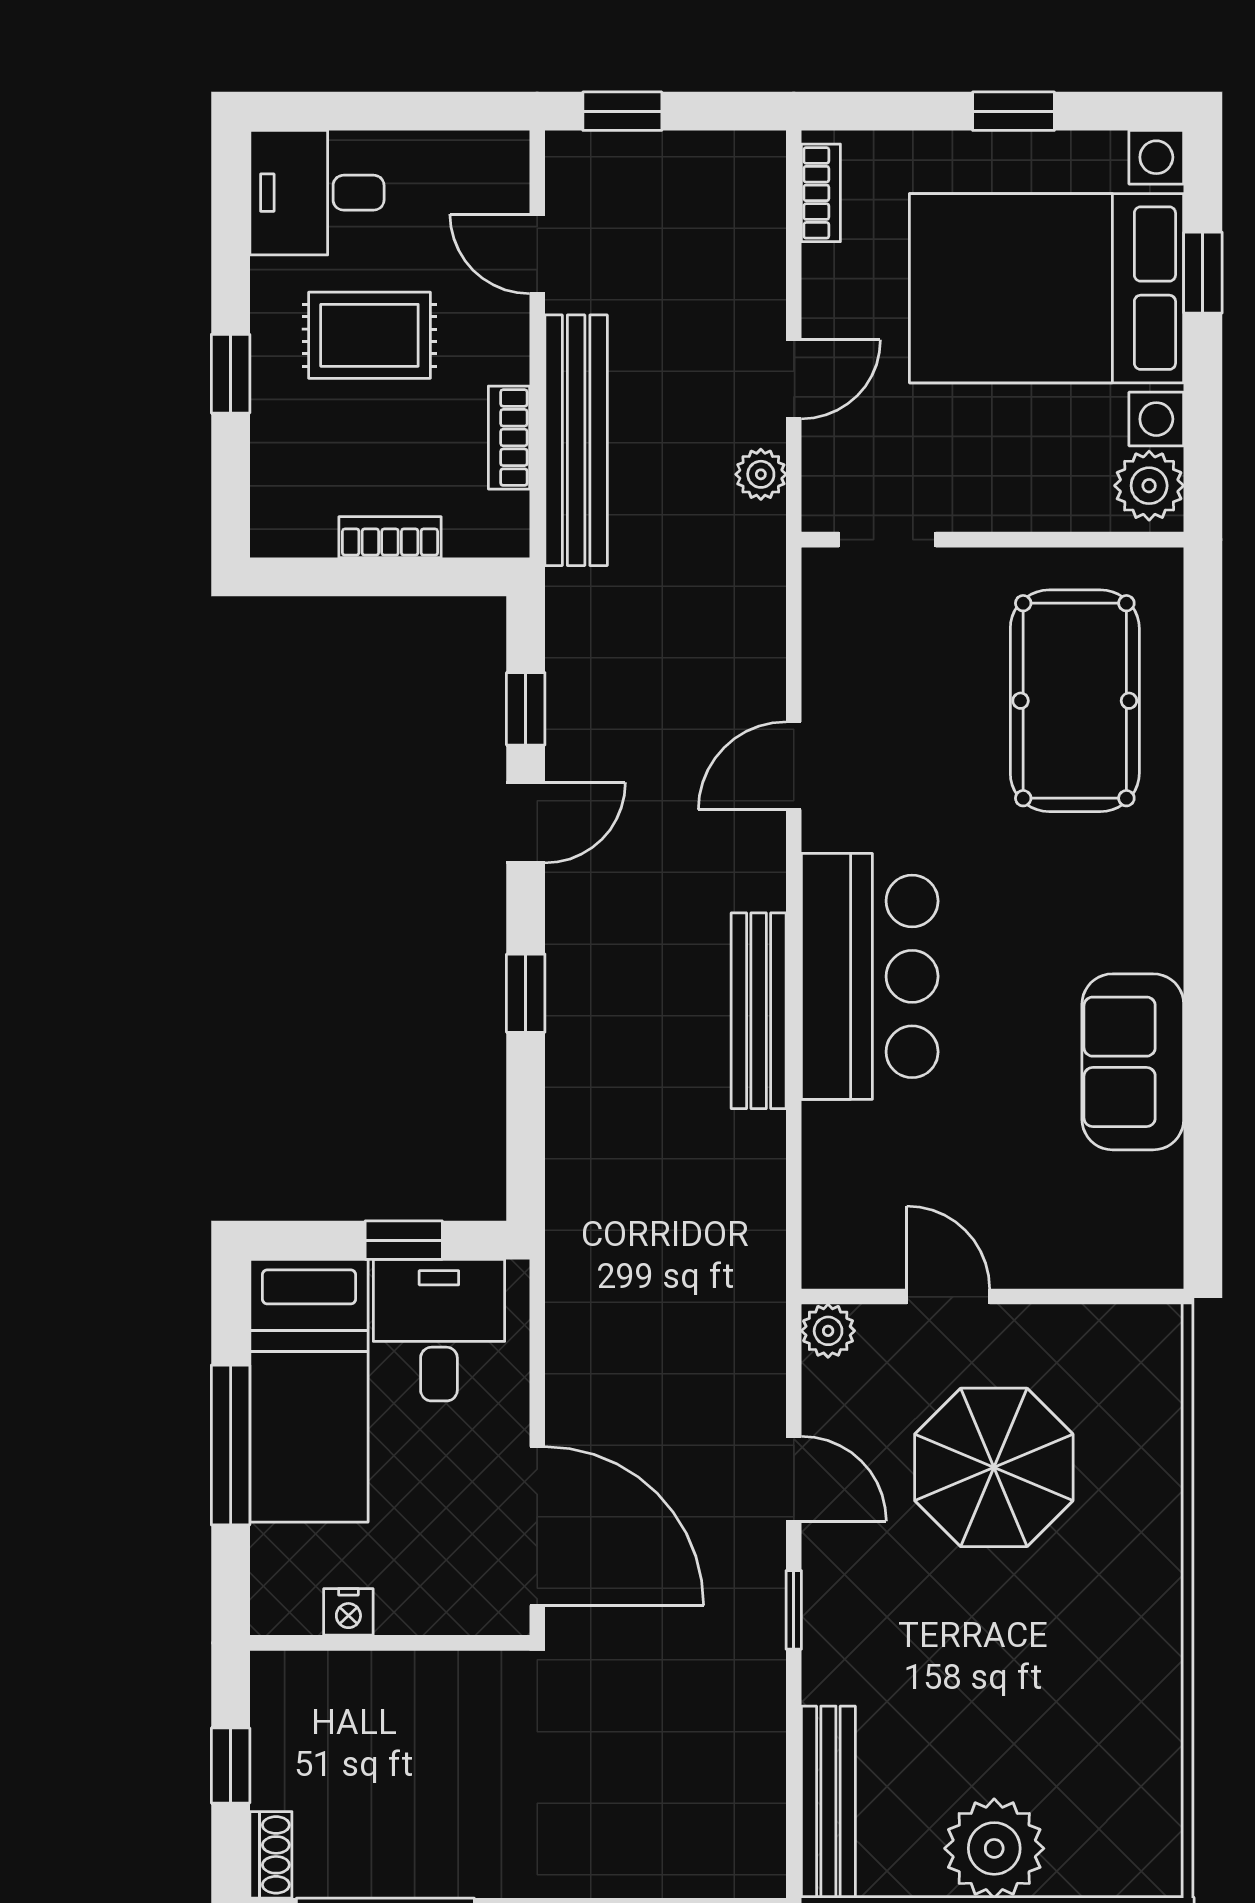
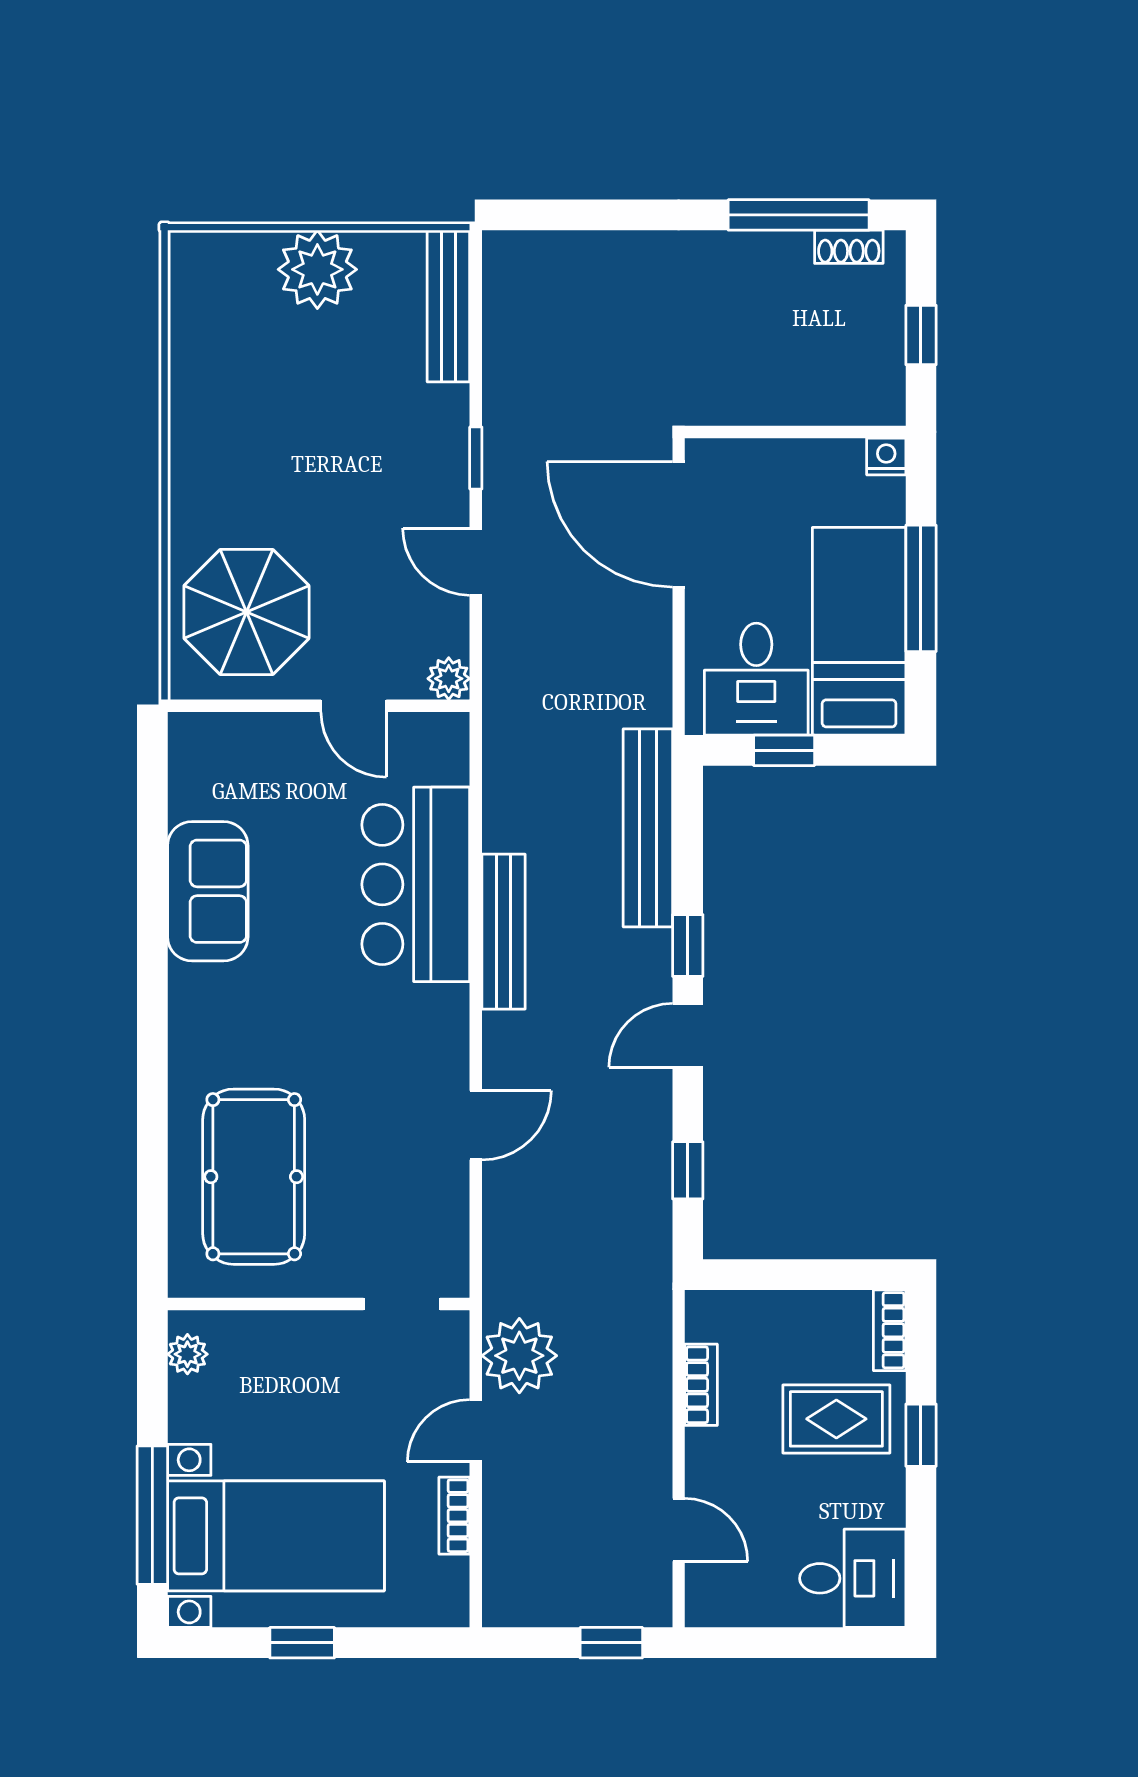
bookcase: (821, 193) -> (454, 1516), moved
window: (1203, 273) -> (152, 1515), width x2.17
bed with nightstands: (1047, 288) -> (276, 1536), width x0.73
rug: (369, 335) -> (836, 1419), moved
bench: (576, 440) -> (648, 828), moved
plant: (761, 474) -> (519, 1356), width x1.88, depth x1.88
plant: (1149, 486) -> (187, 1354), width x0.73, depth x0.73
bookcase: (390, 537) -> (890, 1330), moved, turned 90
door: (526, 823) -> (688, 1035), moved
bar counter: (870, 976) -> (416, 884), moved
parasol: (994, 1467) -> (246, 612), moved
nightstand: (348, 1612) -> (886, 456), moved
shoe rack: (271, 1855) -> (849, 247), moved, turned -90

